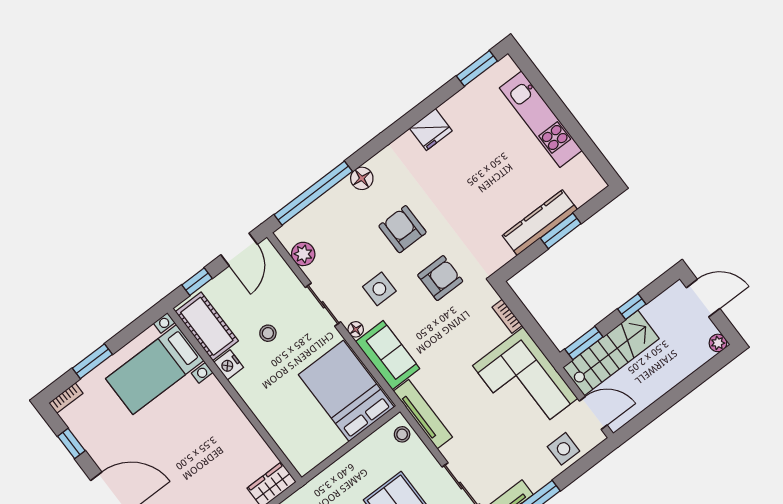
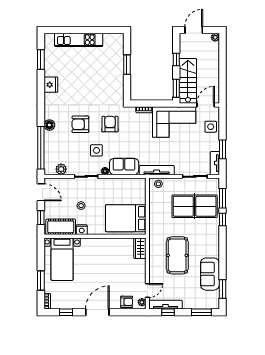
window: (477, 68) -> (41, 60), moved
kitchen counter: (540, 223) -> (118, 70), removed
bed: (346, 391) -> (126, 218), moved

